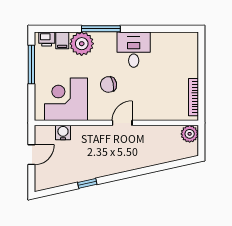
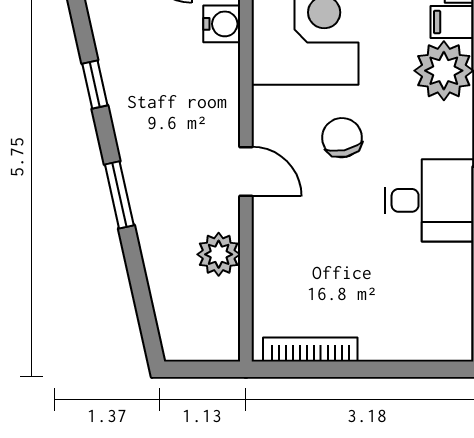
plant: (190, 134) -> (219, 254), moved
window: (131, 174) -> (119, 195), added

